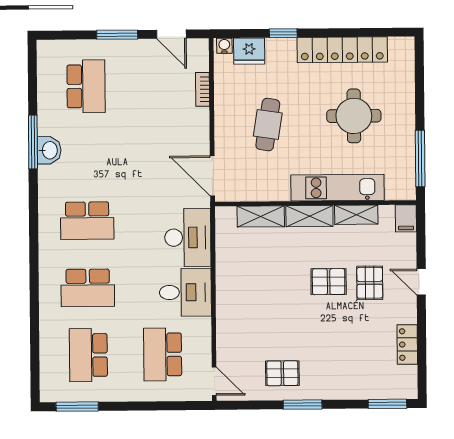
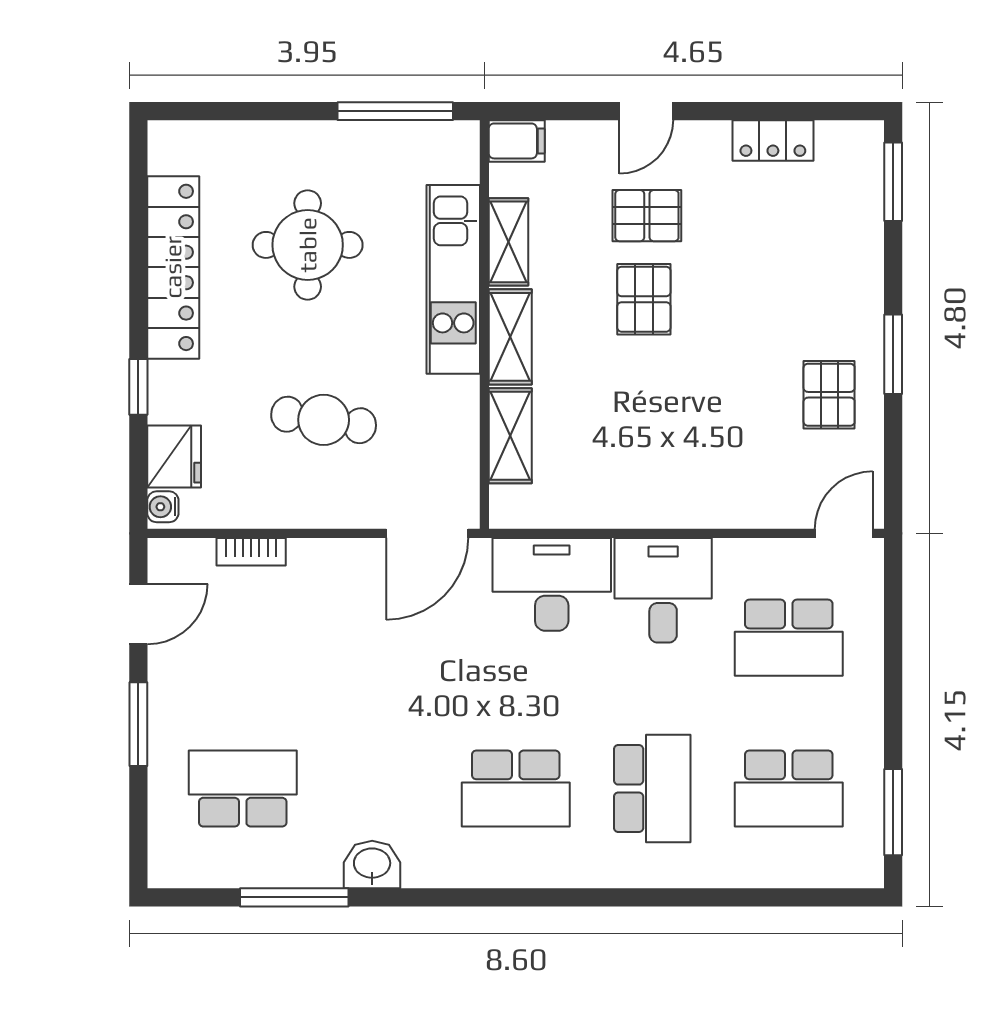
window: (33, 142) -> (294, 897), moved
school desk: (87, 221) -> (516, 789), turned 90

